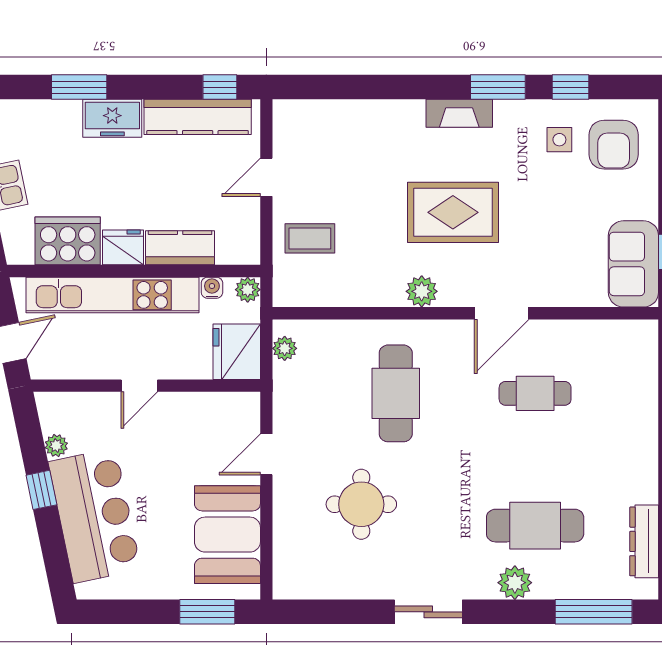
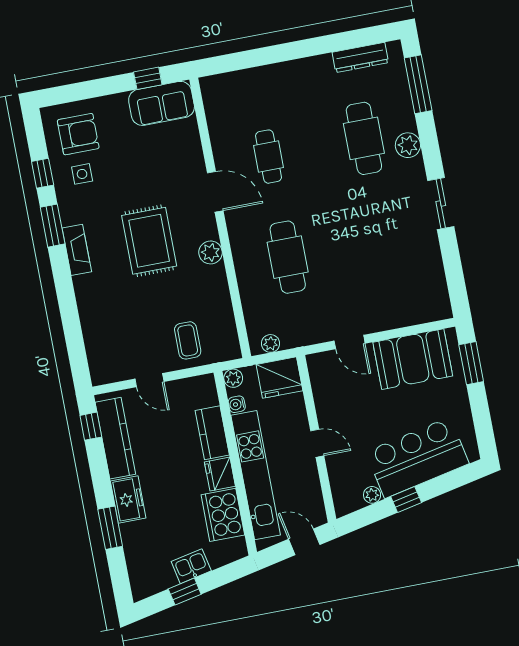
cafe table: (396, 393) -> (288, 257), turned 90
round table: (361, 504) -> (372, 267), removed

